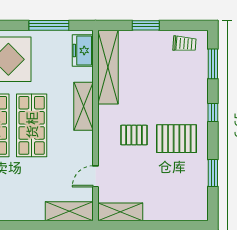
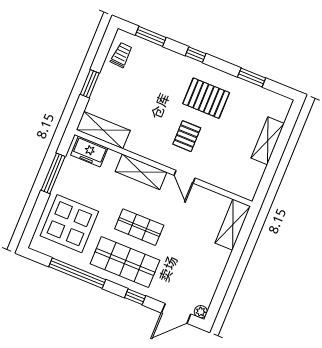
shelving: (108, 67) -> (103, 130), width x0.68
shop shelf: (32, 125) -> (139, 227), width x0.70, depth x0.74
pallet: (177, 139) -> (206, 98), turned 90
door: (95, 176) -> (185, 177), moved
shelving: (120, 212) -> (268, 141), moved

